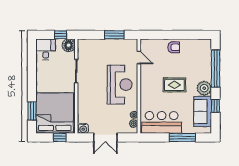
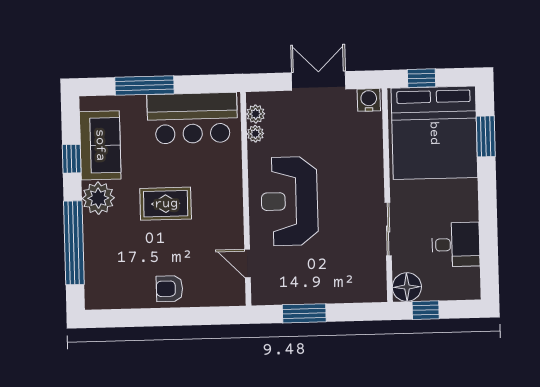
desk: (46, 49) -> (456, 245), moved, turned -90

